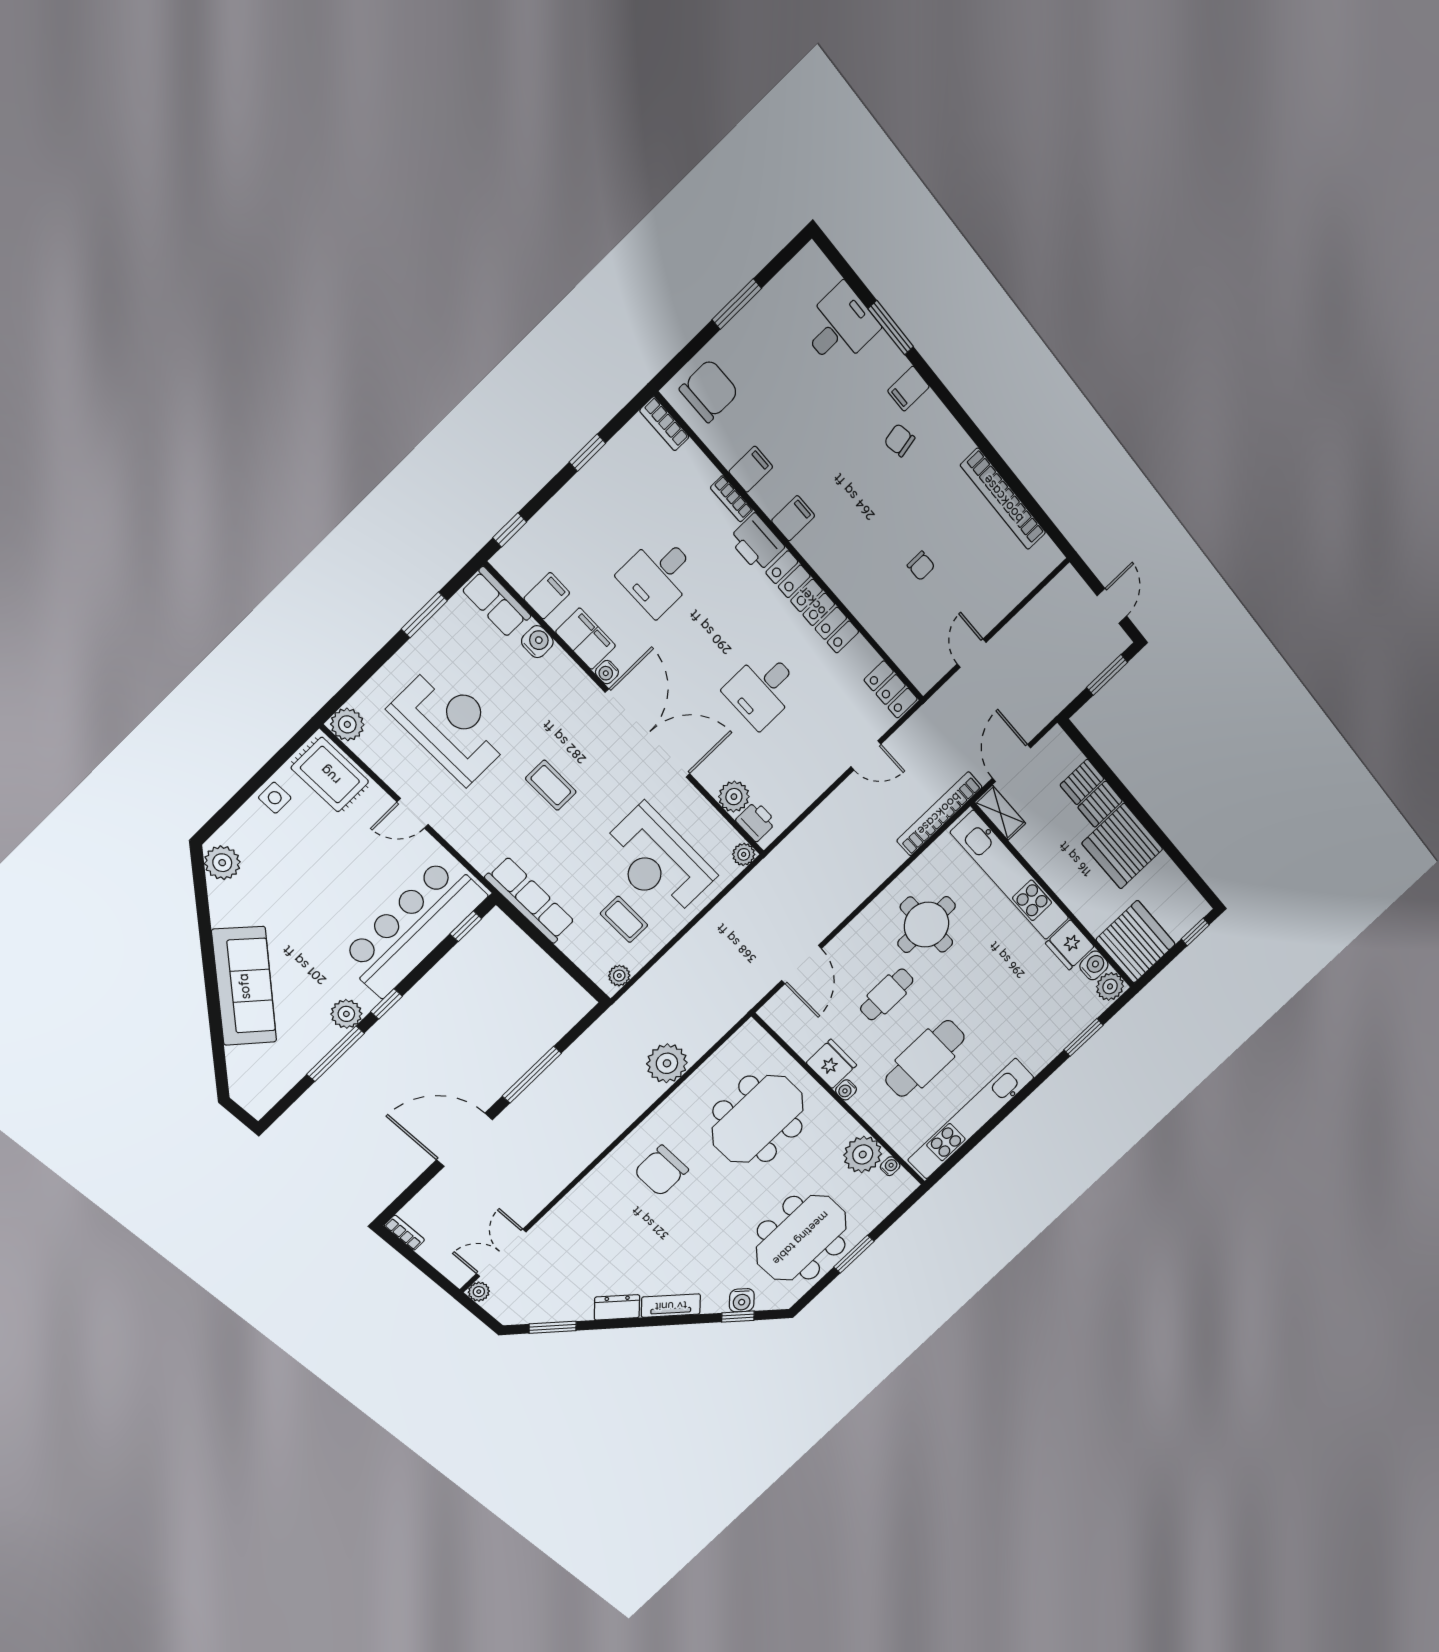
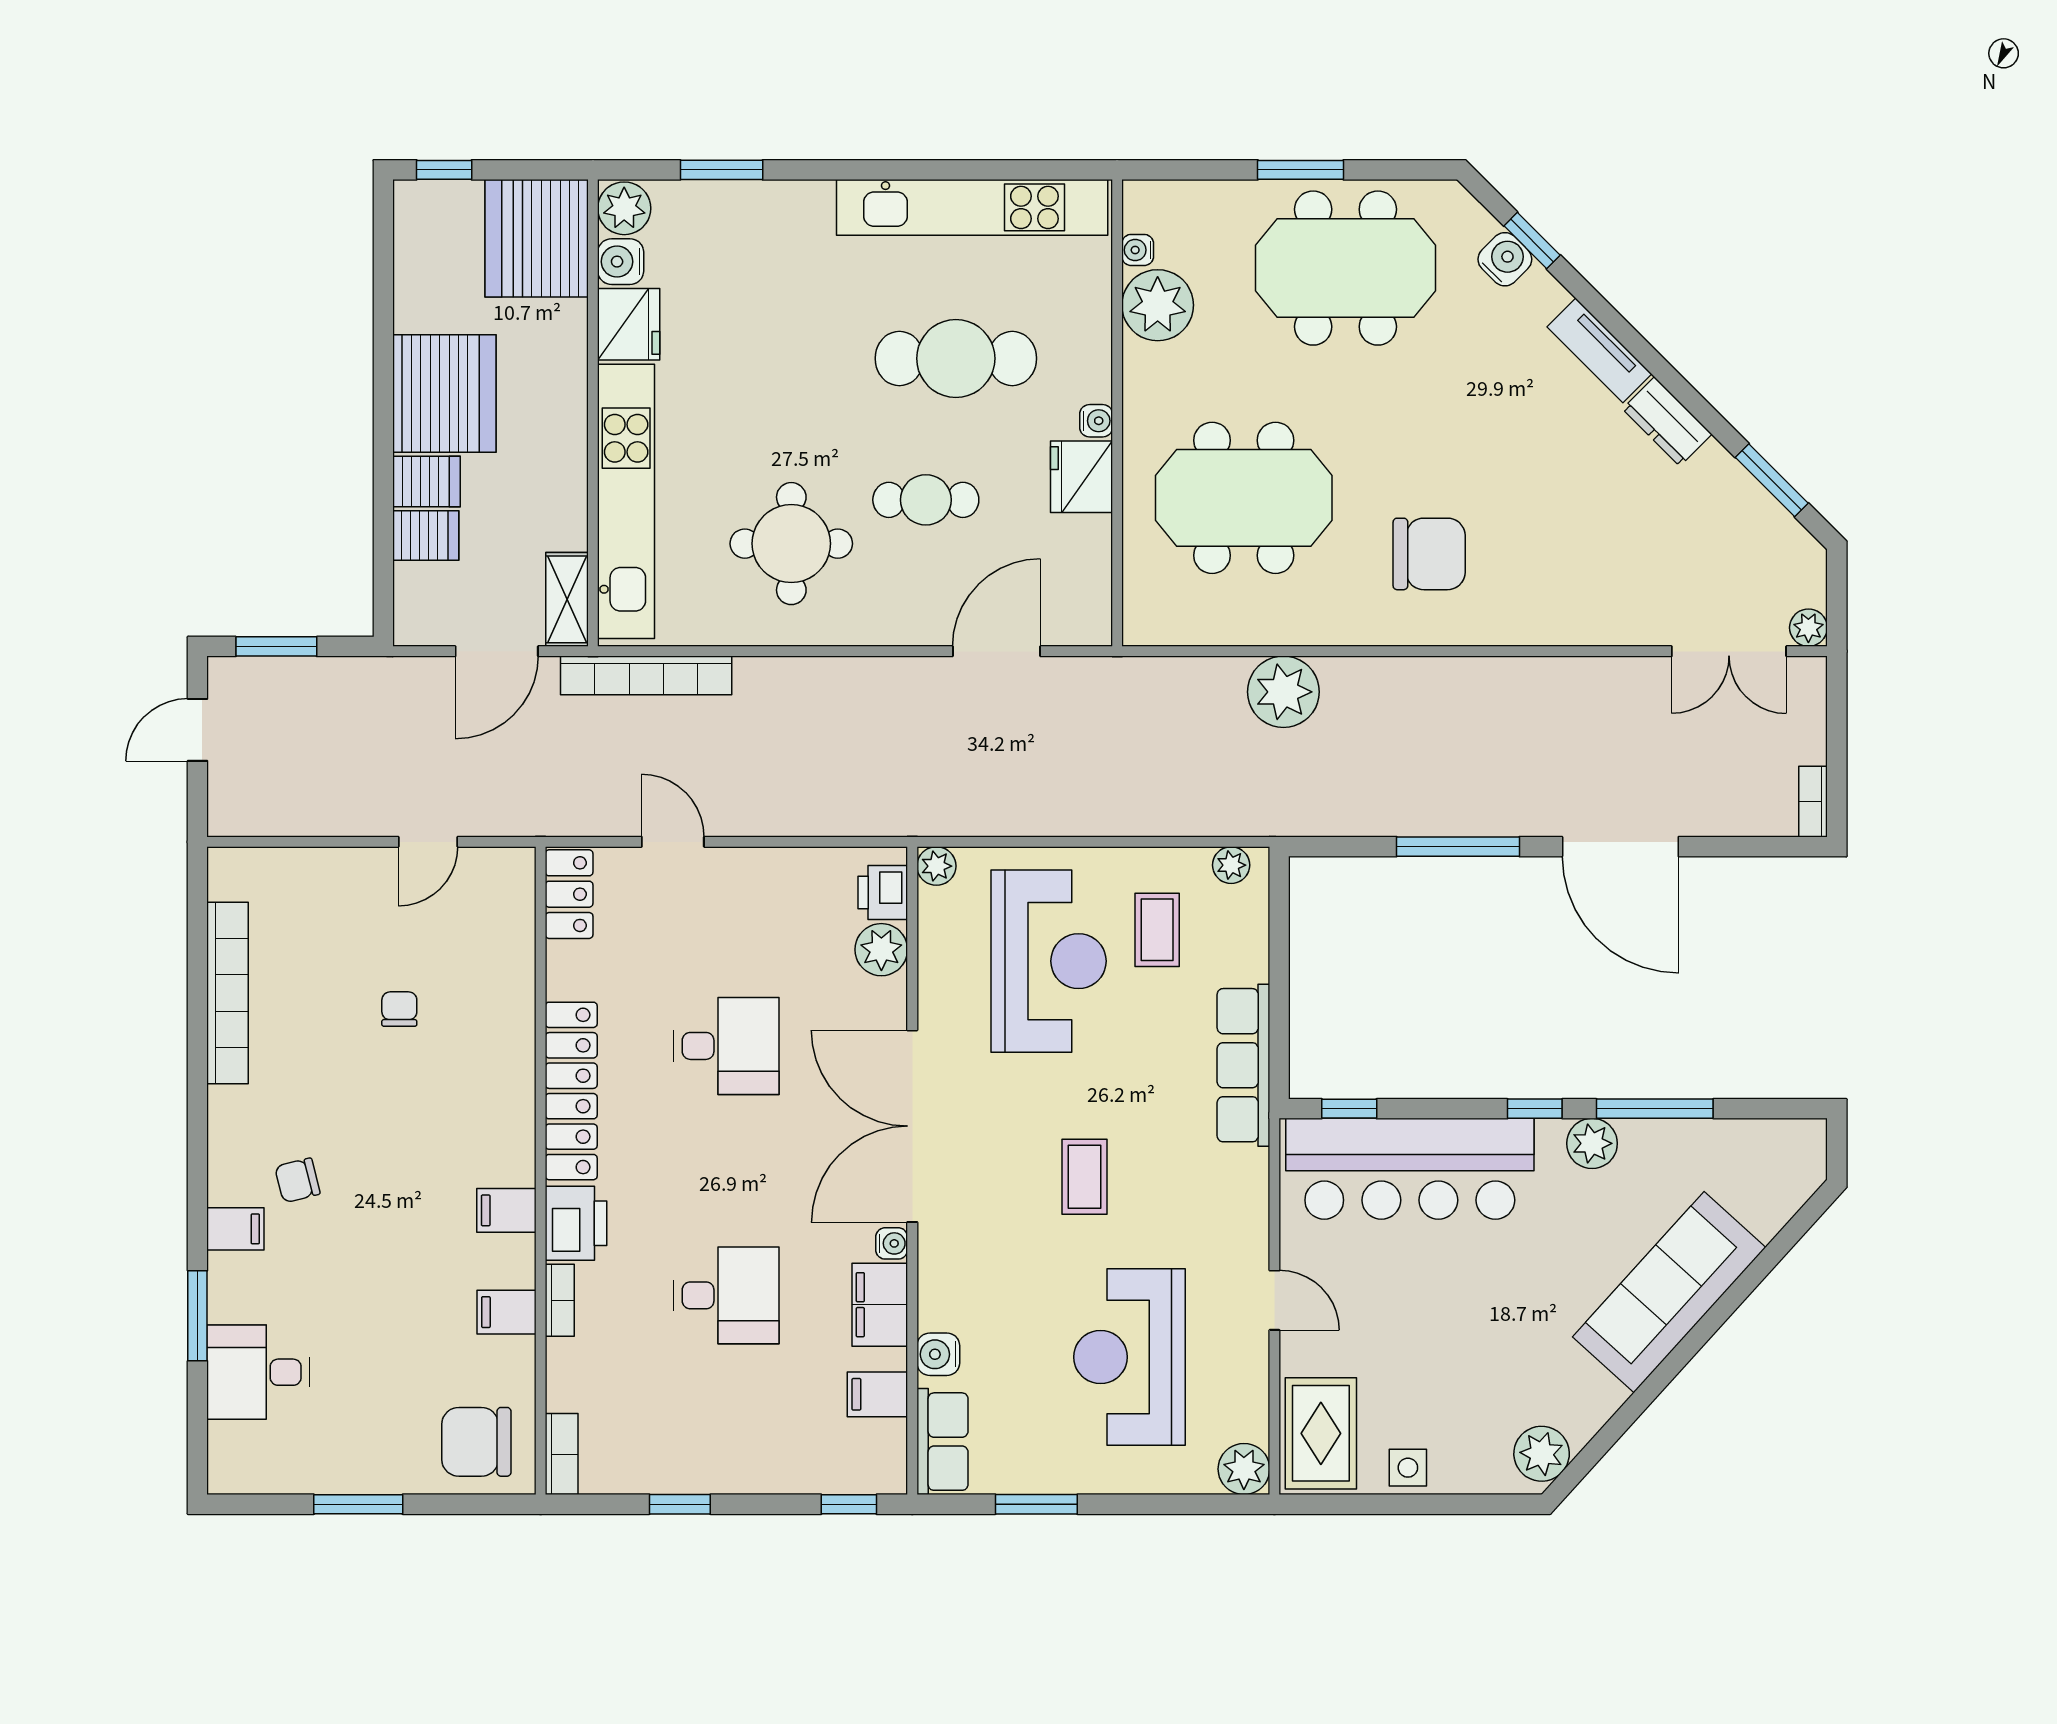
chair: (900, 440) -> (297, 1180), turned 87

